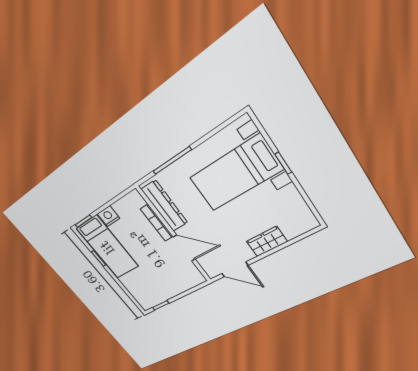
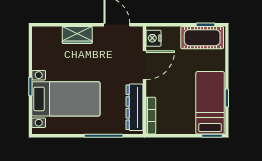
nightstand: (109, 216) -> (153, 38), moved, turned 90
bookcase: (157, 223) -> (151, 116), moved
door: (184, 248) -> (144, 65), swing flipped
cot: (155, 295) -> (202, 38), added

